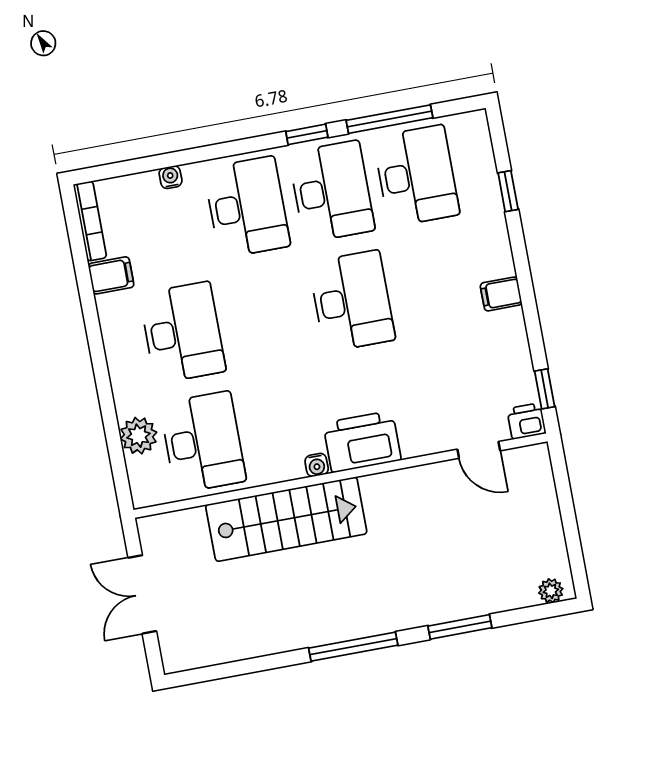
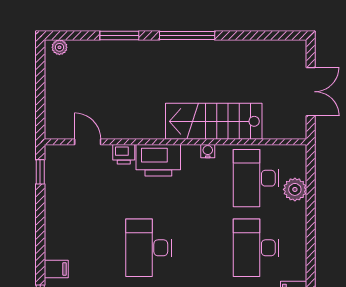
filing cabinet: (501, 294) -> (56, 269), moved
printer: (526, 421) -> (124, 154), moved
water cooler: (317, 465) -> (208, 151), moved

